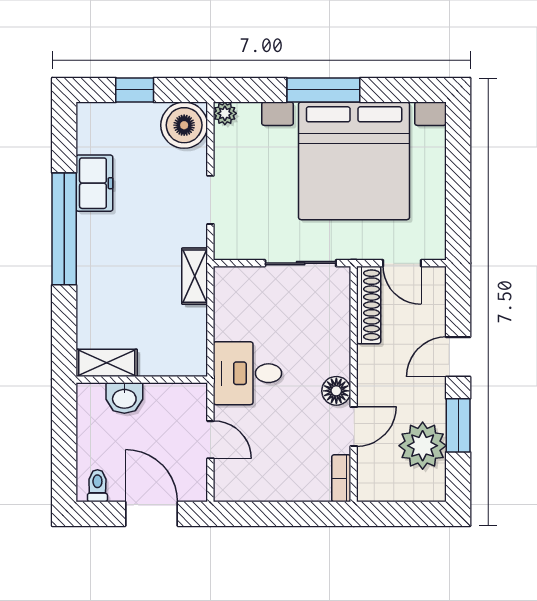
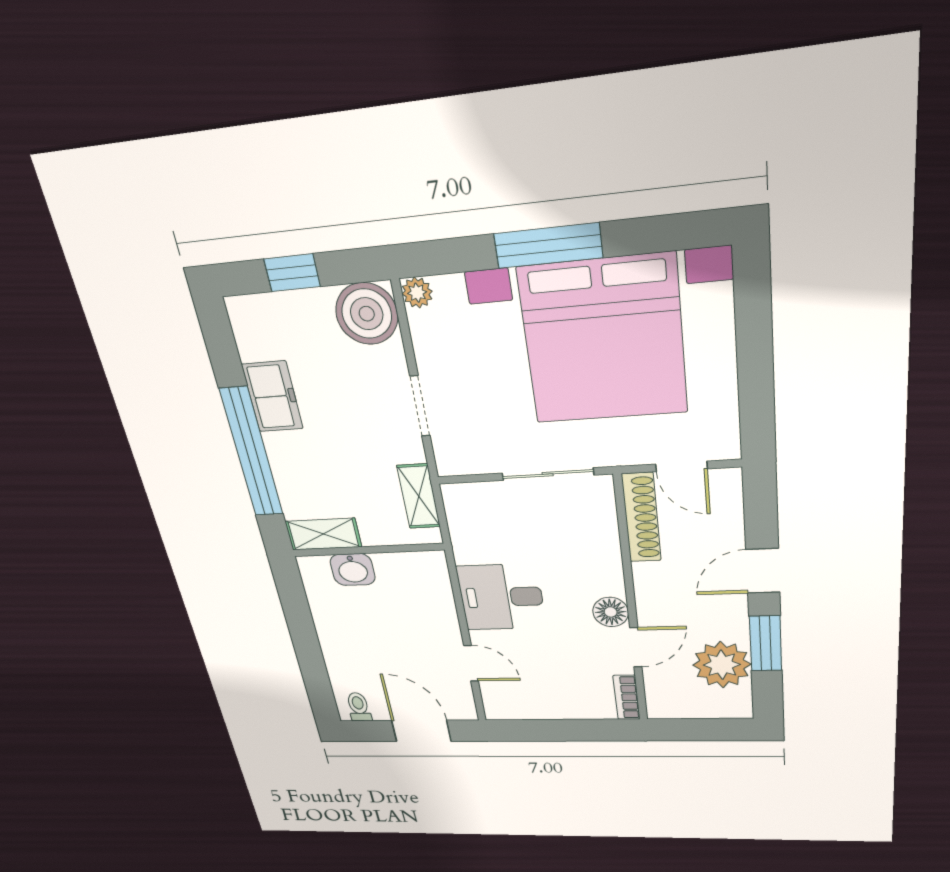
shelving: (107, 363) -> (323, 534), moved
wall: (142, 380) -> (368, 550), moved
washbasin: (124, 398) -> (353, 570), moved

